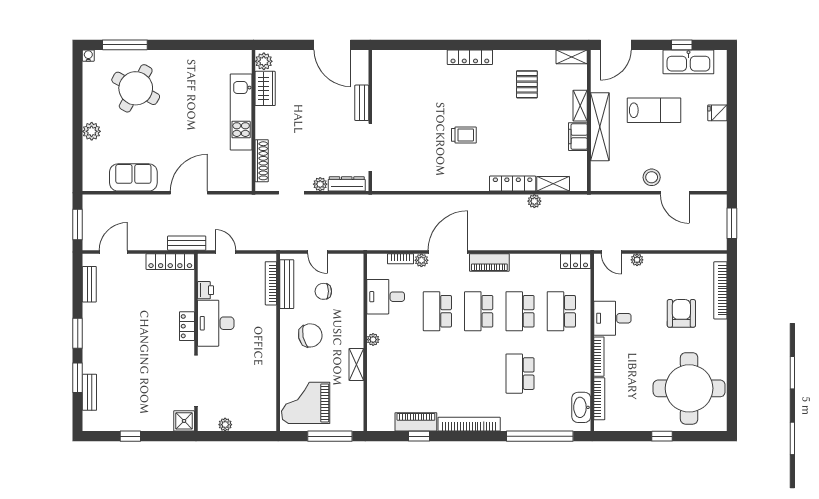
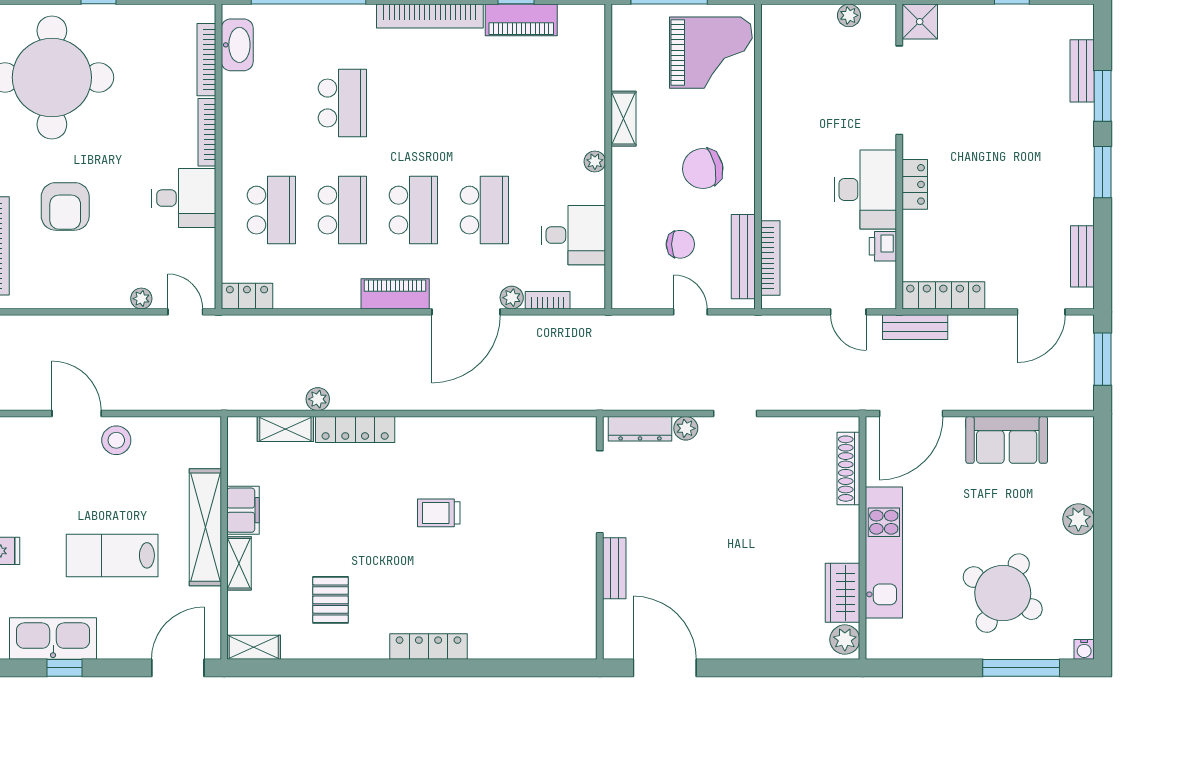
plant: (264, 61) -> (845, 640), moved
wardrobe: (265, 88) -> (842, 593), moved
kitchen unit: (241, 112) -> (884, 552), moved
wall: (253, 120) -> (862, 538), moved
shoe rack: (262, 161) -> (848, 469), moved

